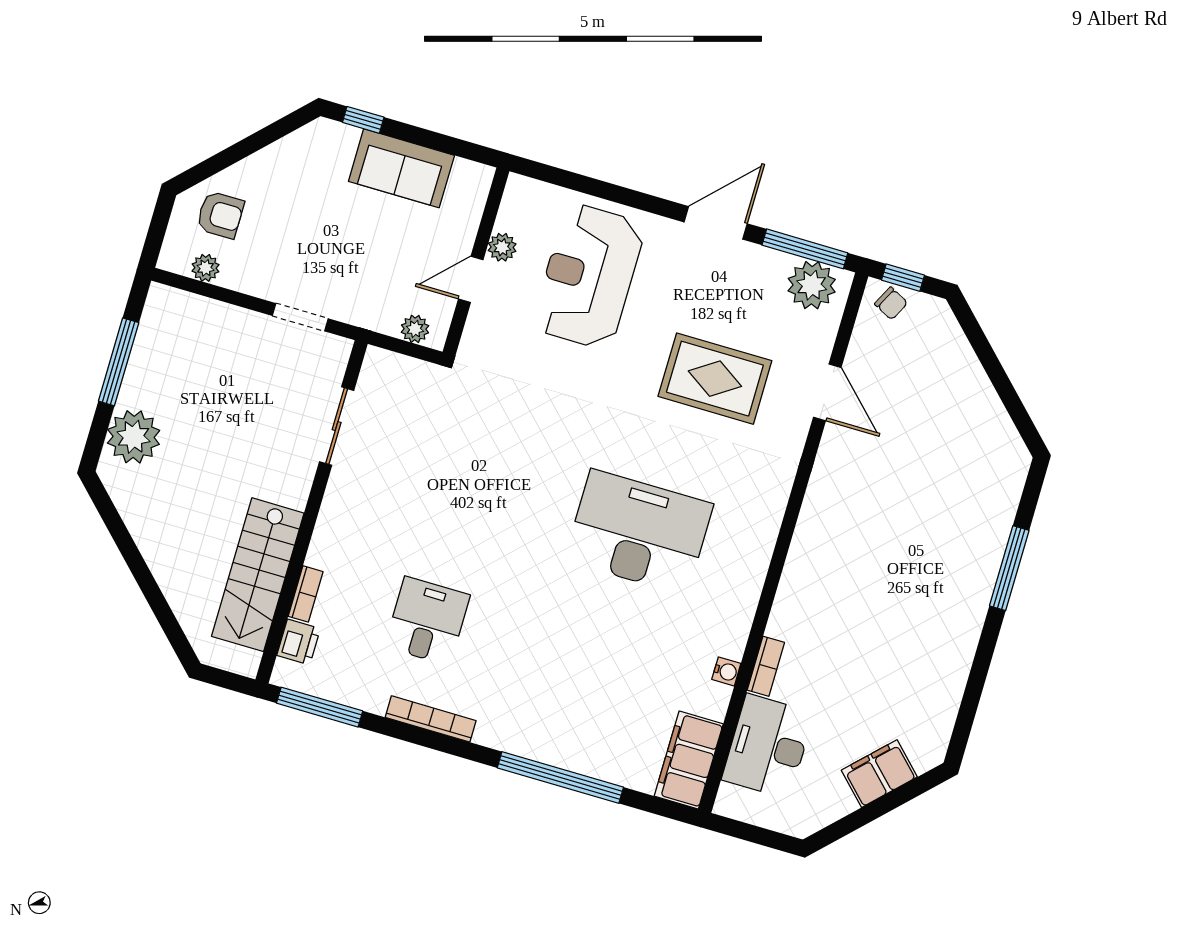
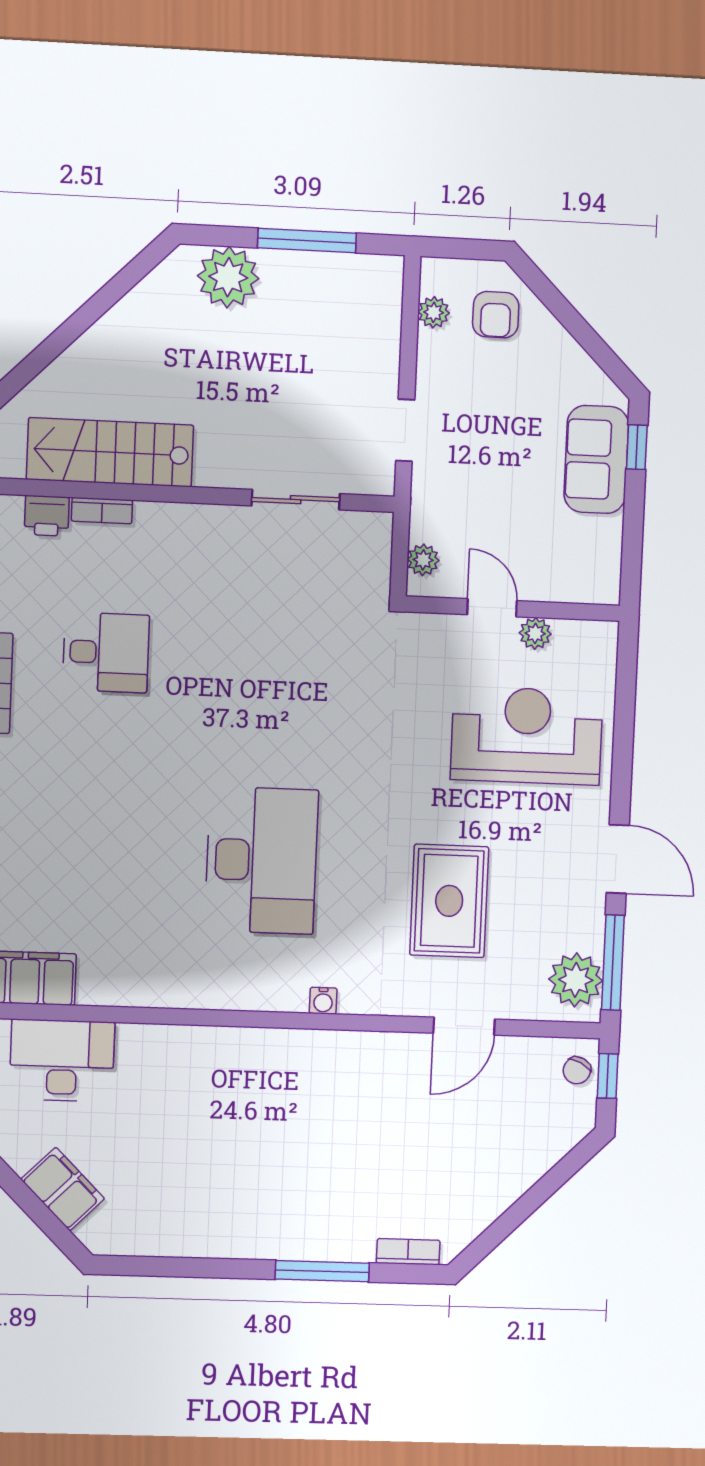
sofa: (401, 168) -> (596, 459), moved
bookcase: (766, 666) -> (408, 1252), moved, turned 180
water cooler: (726, 671) -> (323, 1001), moved

